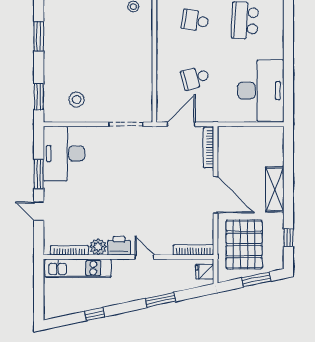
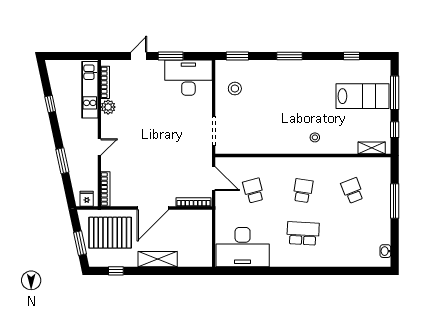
printer: (119, 246) -> (109, 125), removed

